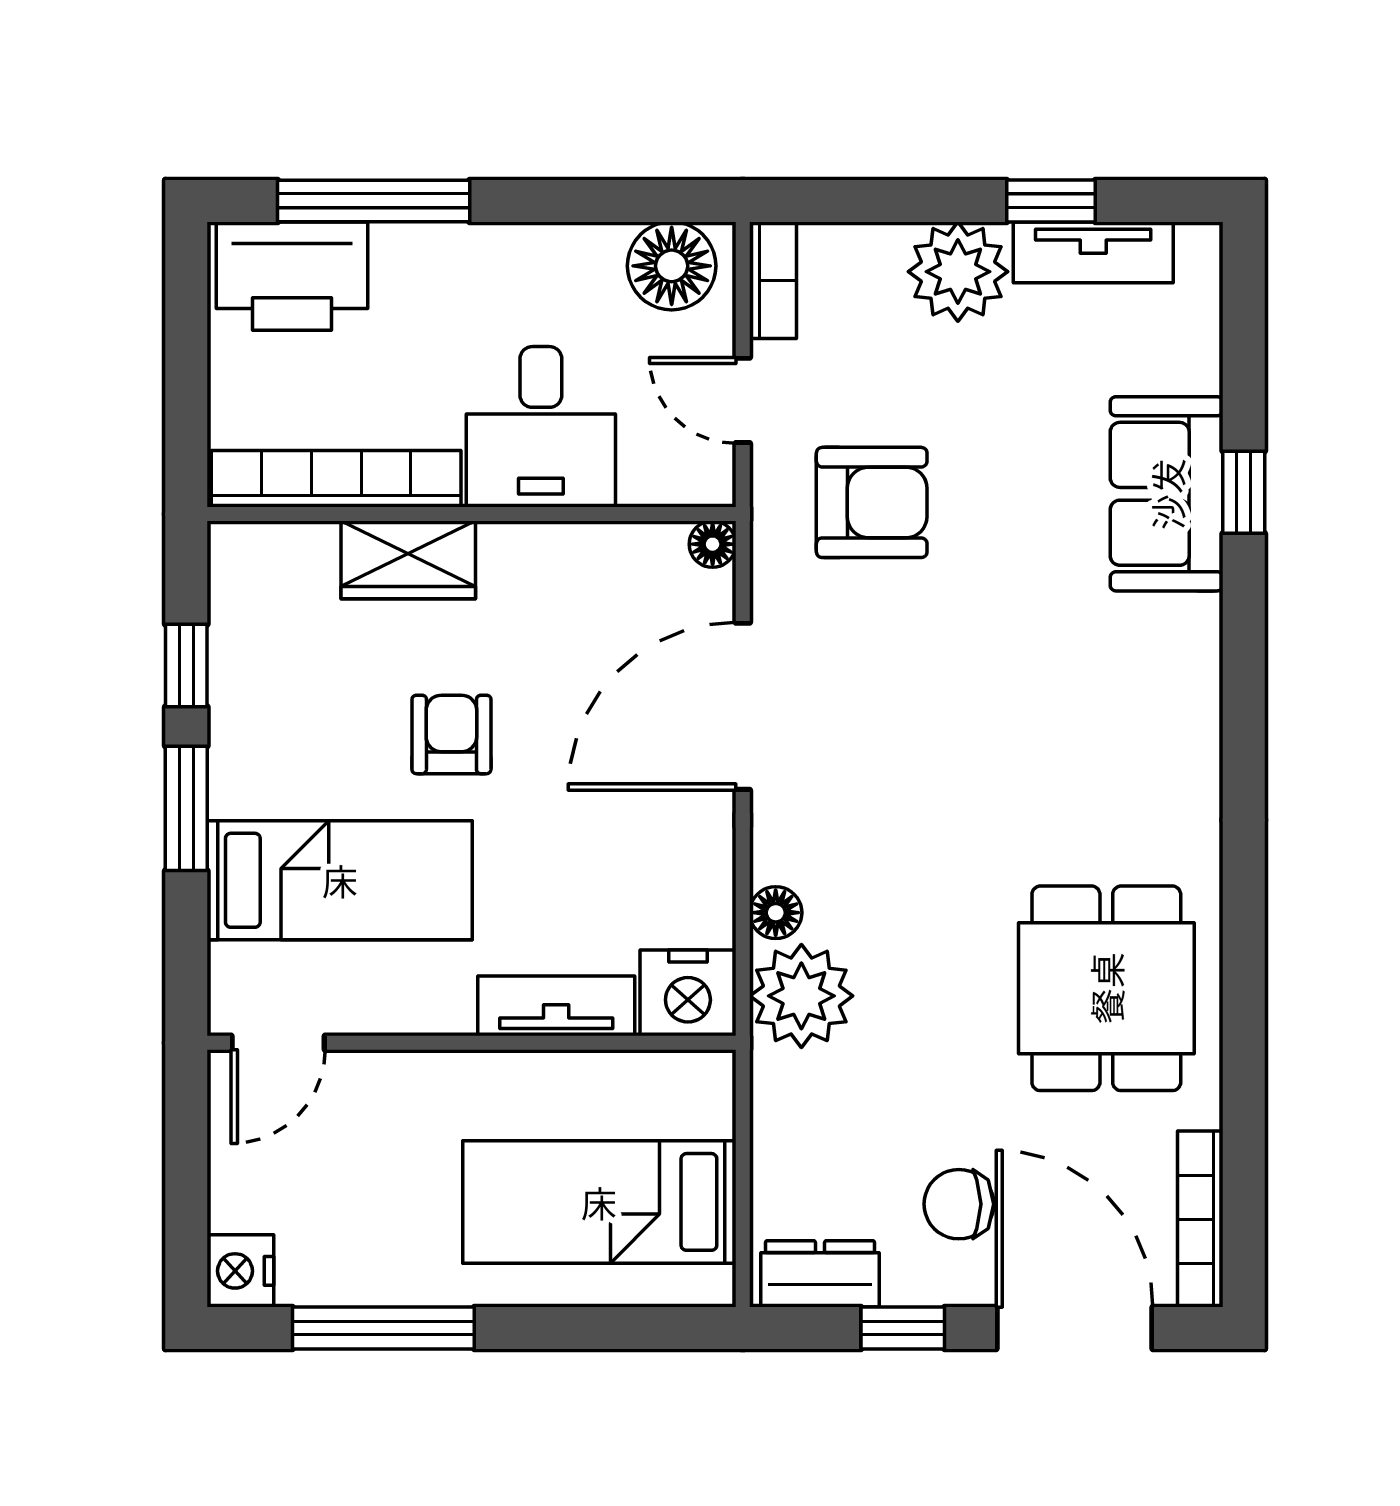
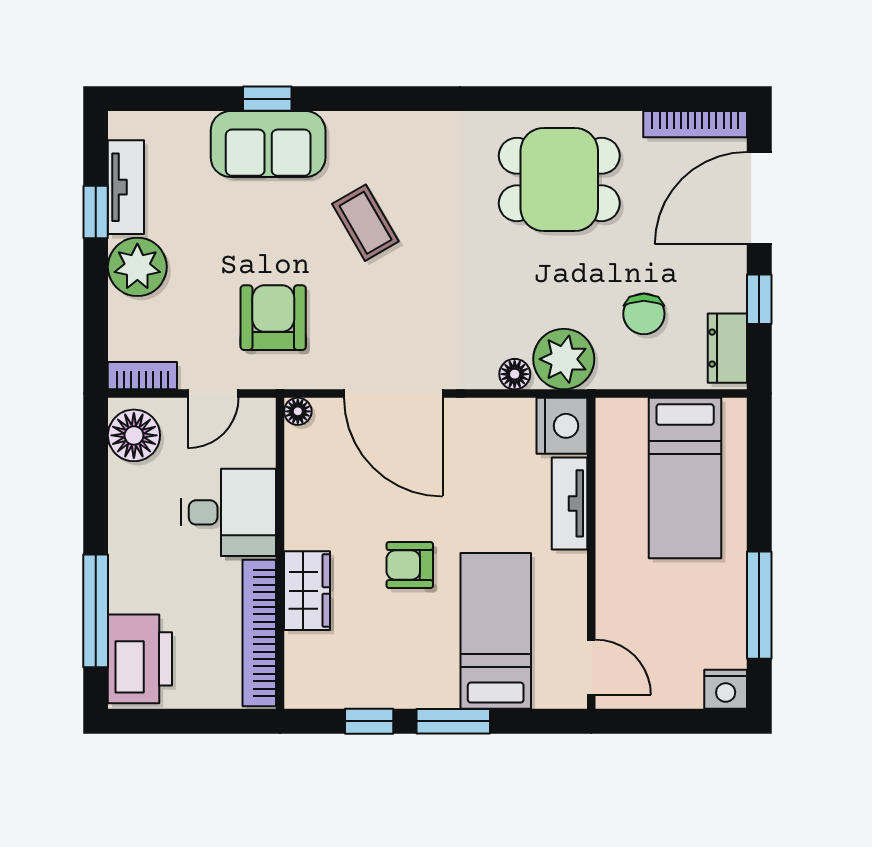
coffee table: (1033, 659) -> (365, 223), added
chair: (959, 1204) -> (644, 314), moved

